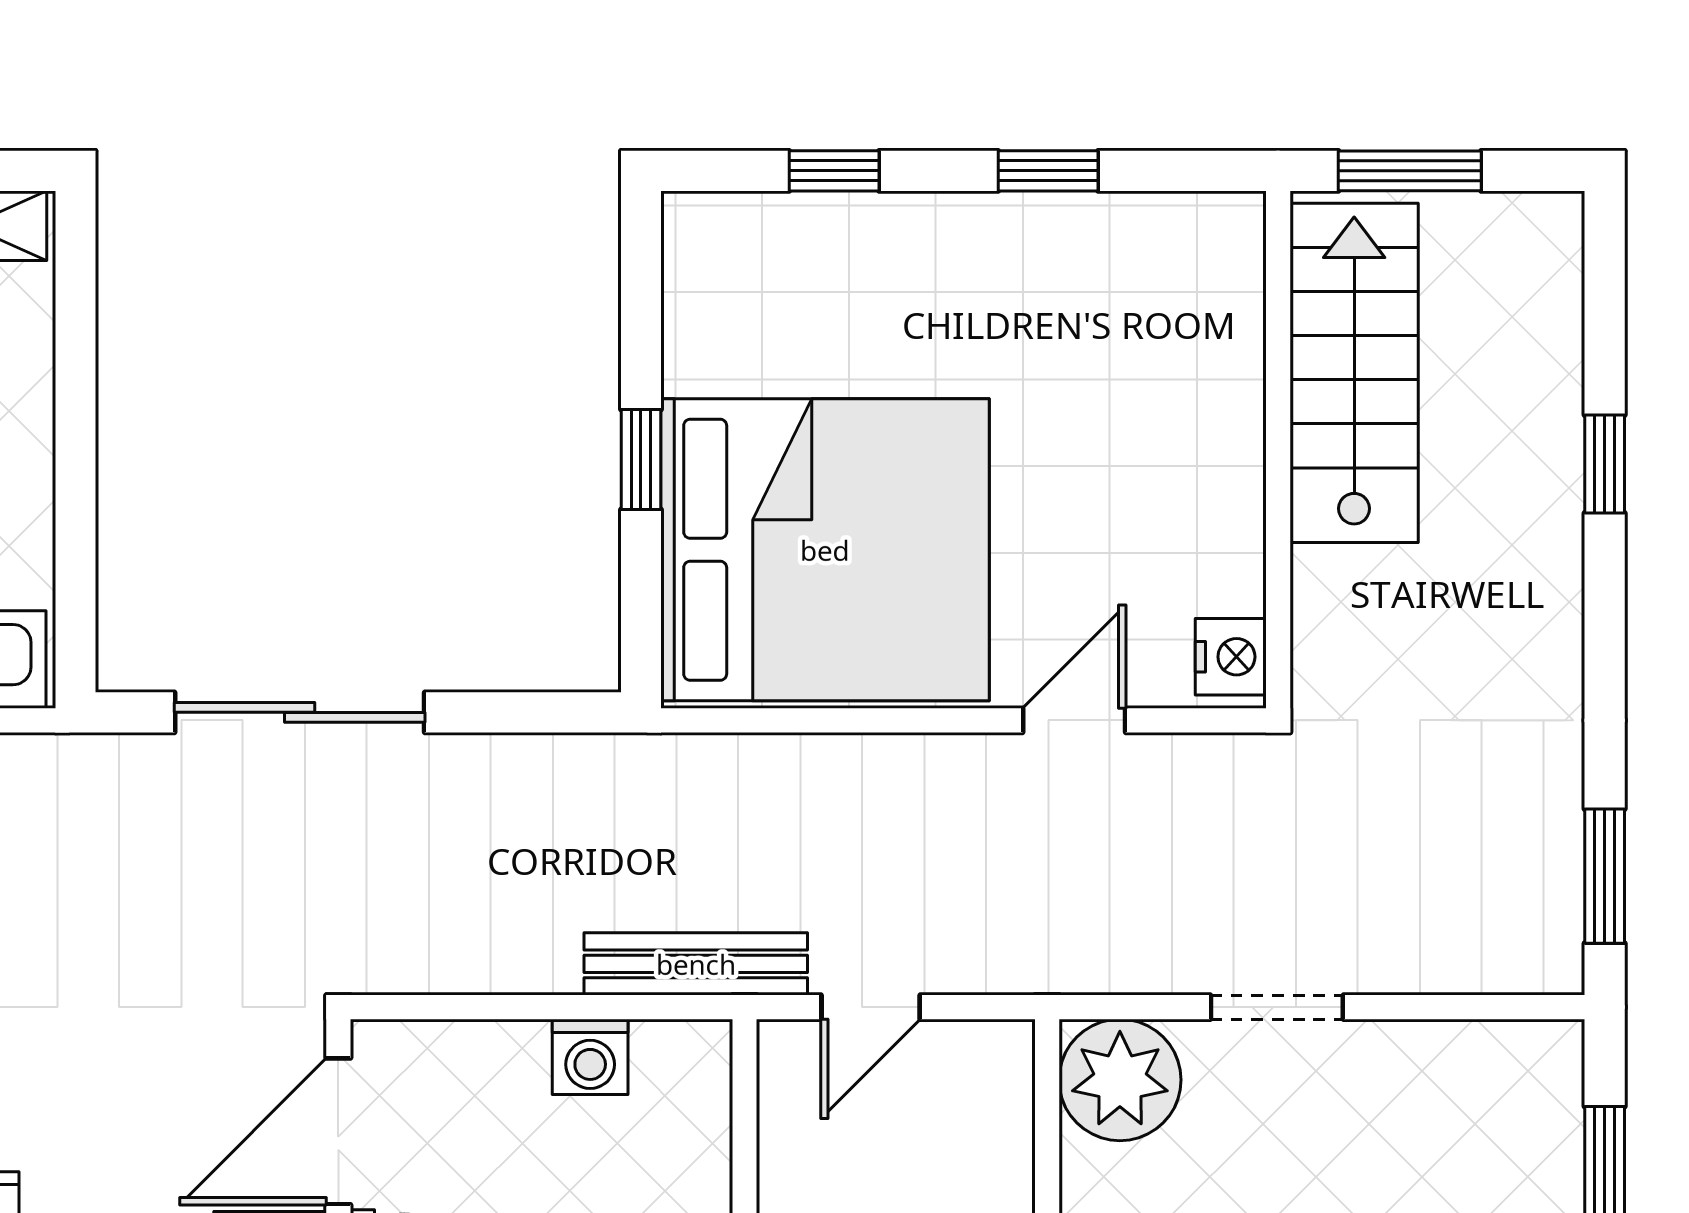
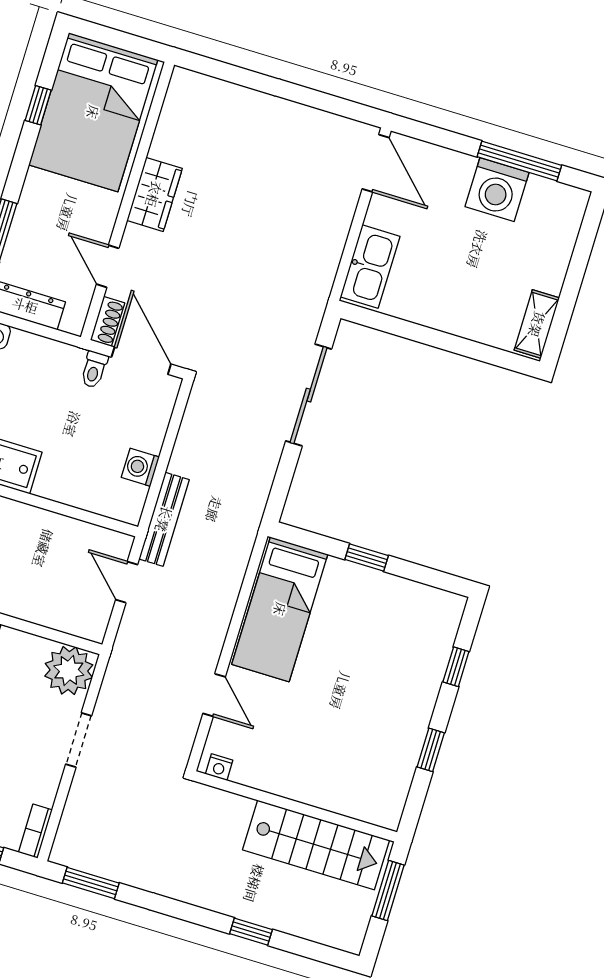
bed: (825, 550) -> (280, 609), width x0.49
nightstand: (1231, 657) -> (219, 767), width x0.72, depth x0.74
bookcase: (1522, 1044) -> (35, 831), added

